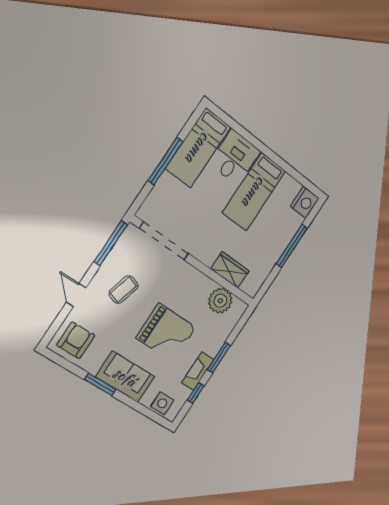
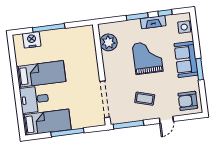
nightstand: (305, 202) -> (32, 40), moved
wardrobe: (230, 270) -> (89, 51), removed

